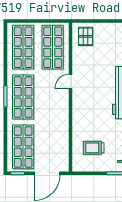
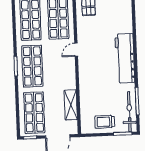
shelving: (62, 140) -> (71, 105), added
trolley: (94, 148) -> (105, 122), moved

